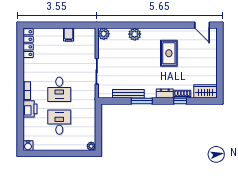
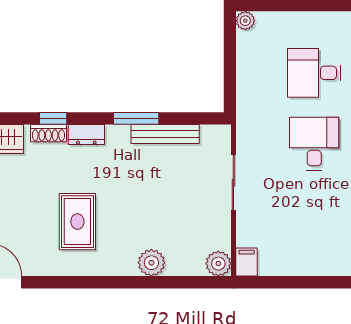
filing cabinet: (69, 34) -> (247, 262), moved
desk: (59, 122) -> (314, 73), turned 90

